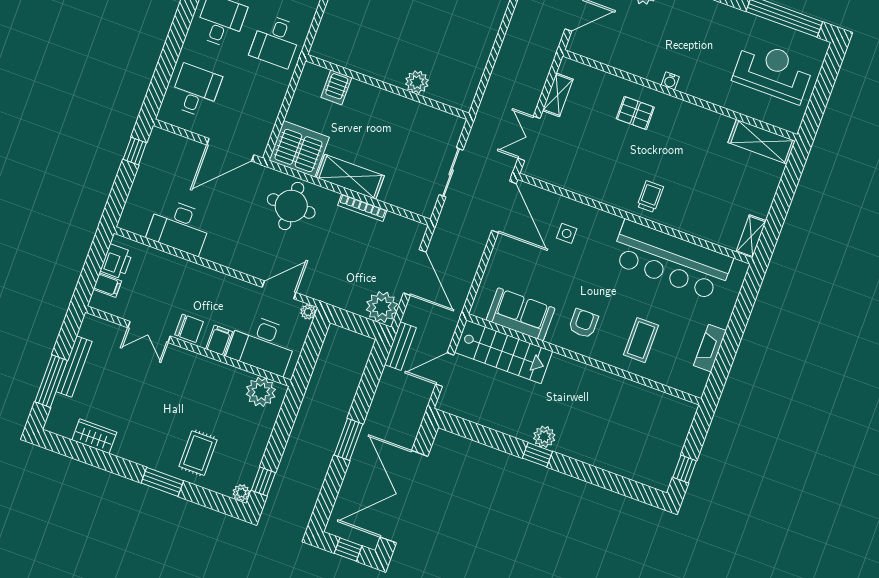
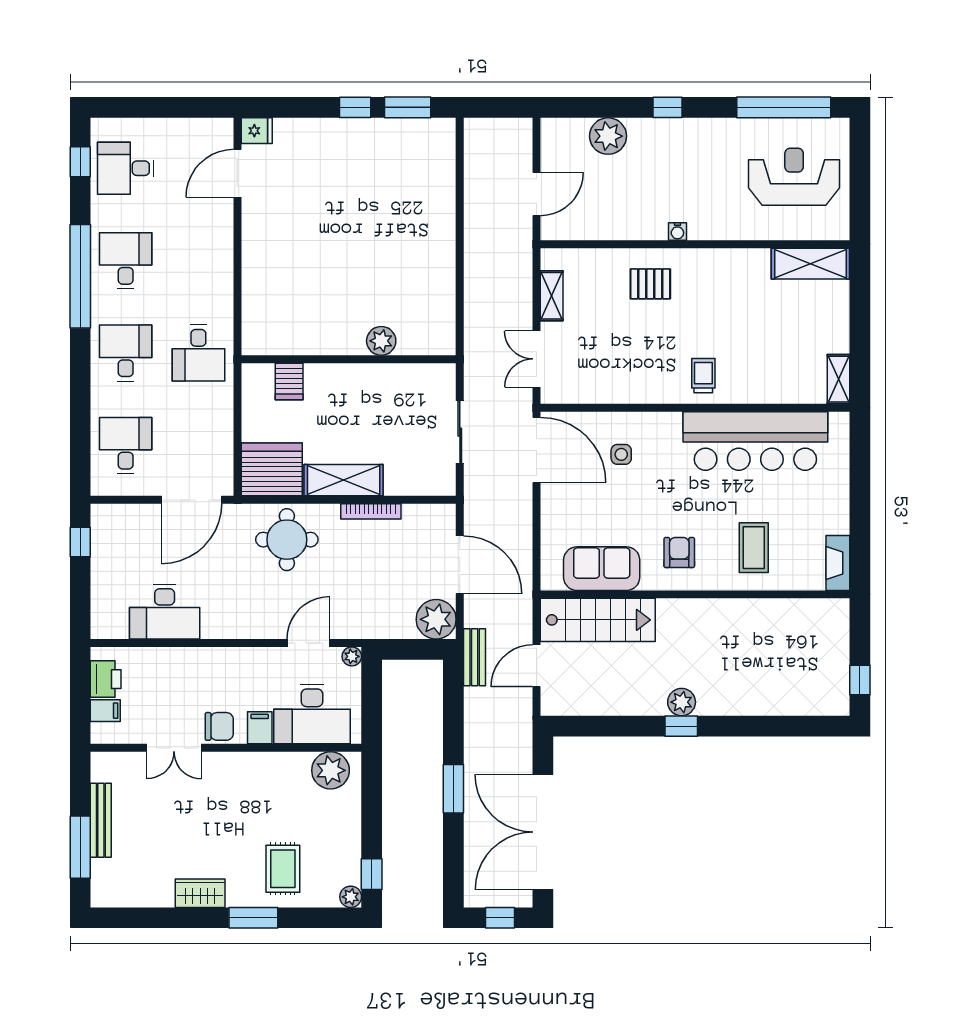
fireplace: (710, 348) -> (838, 563), moved
wardrobe: (94, 436) -> (200, 893), moved

